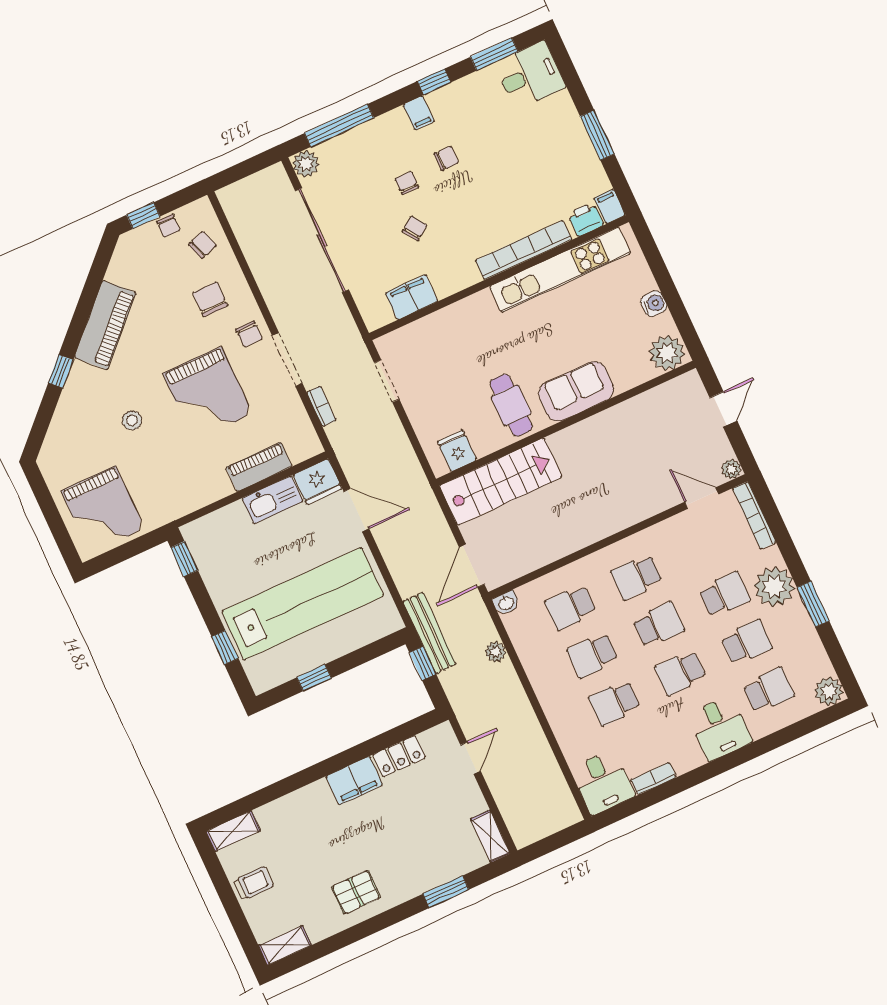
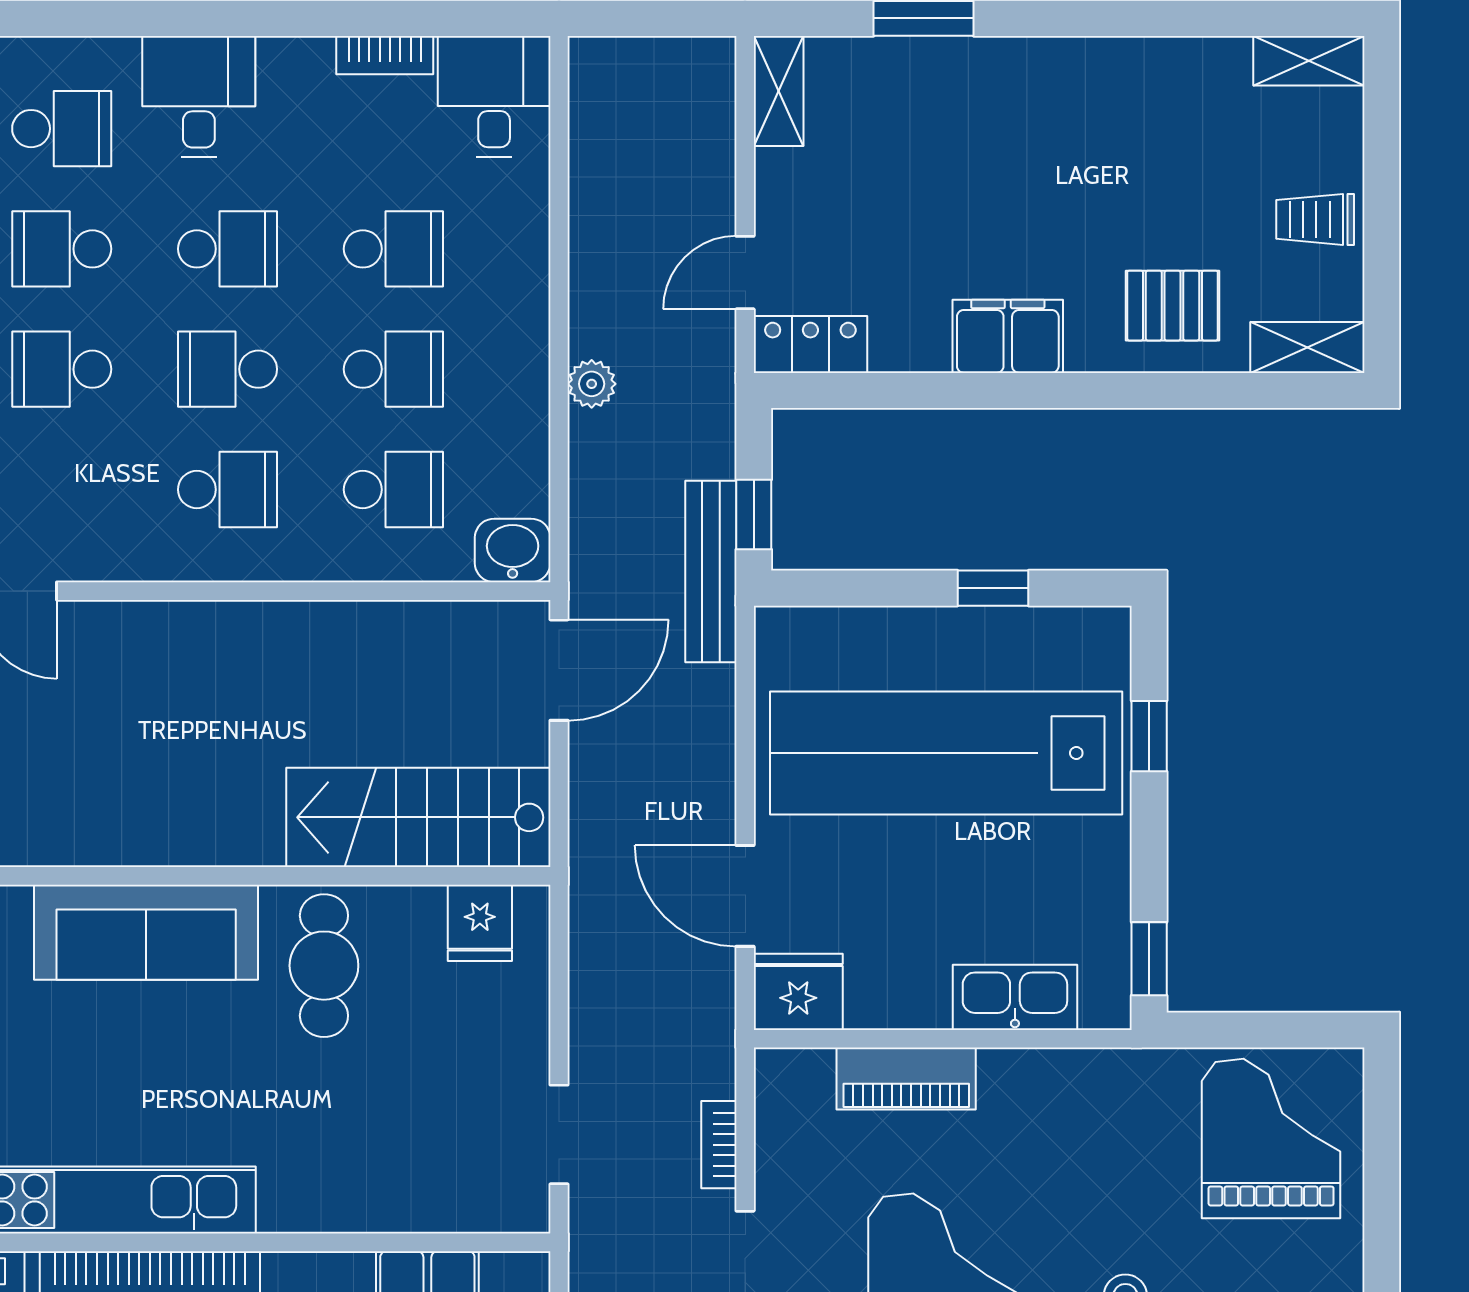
sofa: (576, 391) -> (146, 932), width x1.36
kitchen sink: (272, 500) -> (1015, 997), moved
washbasin: (506, 603) -> (513, 550), width x1.38, depth x1.45
plant: (496, 652) -> (592, 384), moved
school desk: (769, 690) -> (62, 129), turned 180
locker: (399, 756) -> (810, 344), moved
pallet: (356, 892) -> (1172, 306), moved

